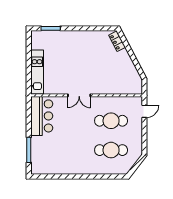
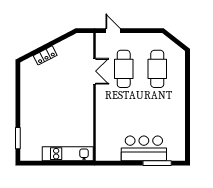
locker: (117, 41) -> (45, 55), moved
double door: (79, 95) -> (95, 71), moved
bar counter: (42, 116) -> (144, 148), moved

